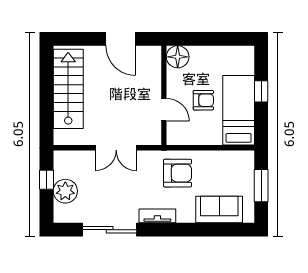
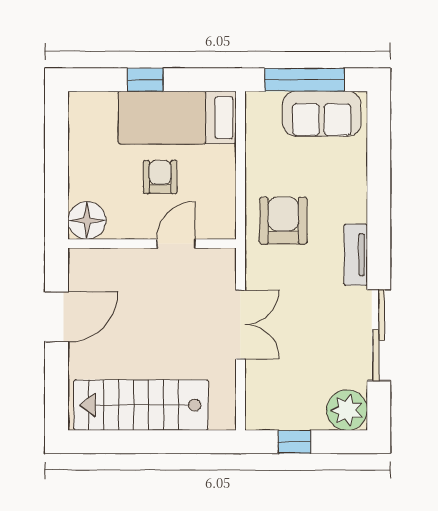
window: (261, 186) -> (304, 80), width x1.44
plant: (65, 191) -> (347, 410), moved
sofa: (219, 209) -> (322, 114), moved, turned -90

